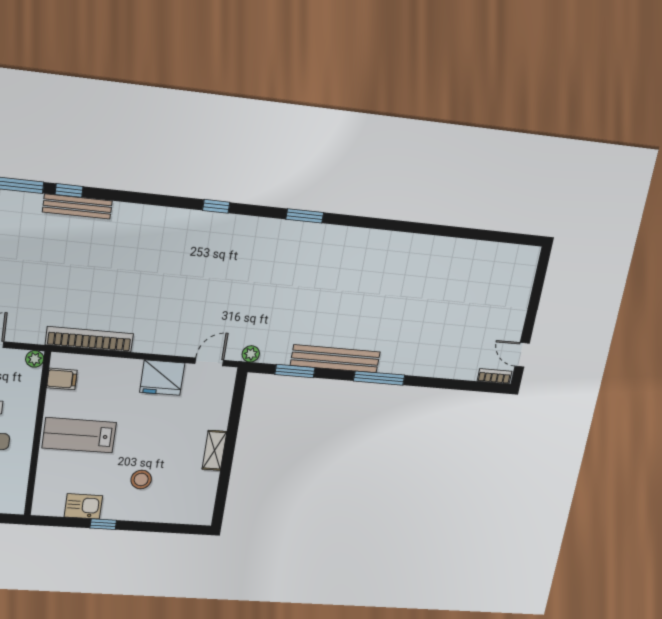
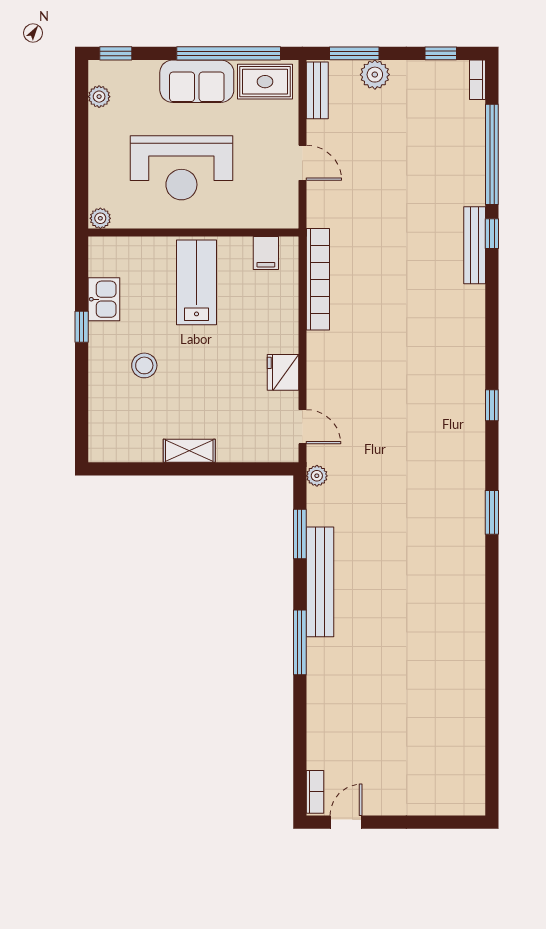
plant: (35, 359) -> (100, 218), moved
fridge: (162, 378) -> (283, 372), width x0.73, depth x0.75

